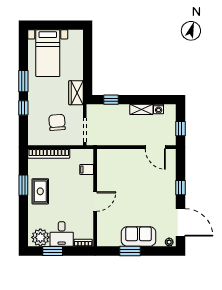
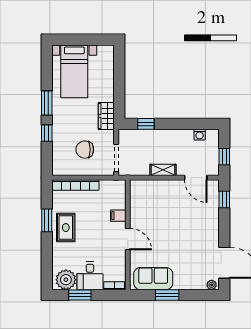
shelving: (141, 109) -> (163, 170), moved
chair: (57, 122) -> (85, 150), turned -86
filing cabinet: (87, 169) -> (118, 216), moved
window: (180, 188) -> (224, 199), moved
door: (95, 202) -> (128, 239), hinge flipped
sofa: (139, 236) -> (153, 279), moved

